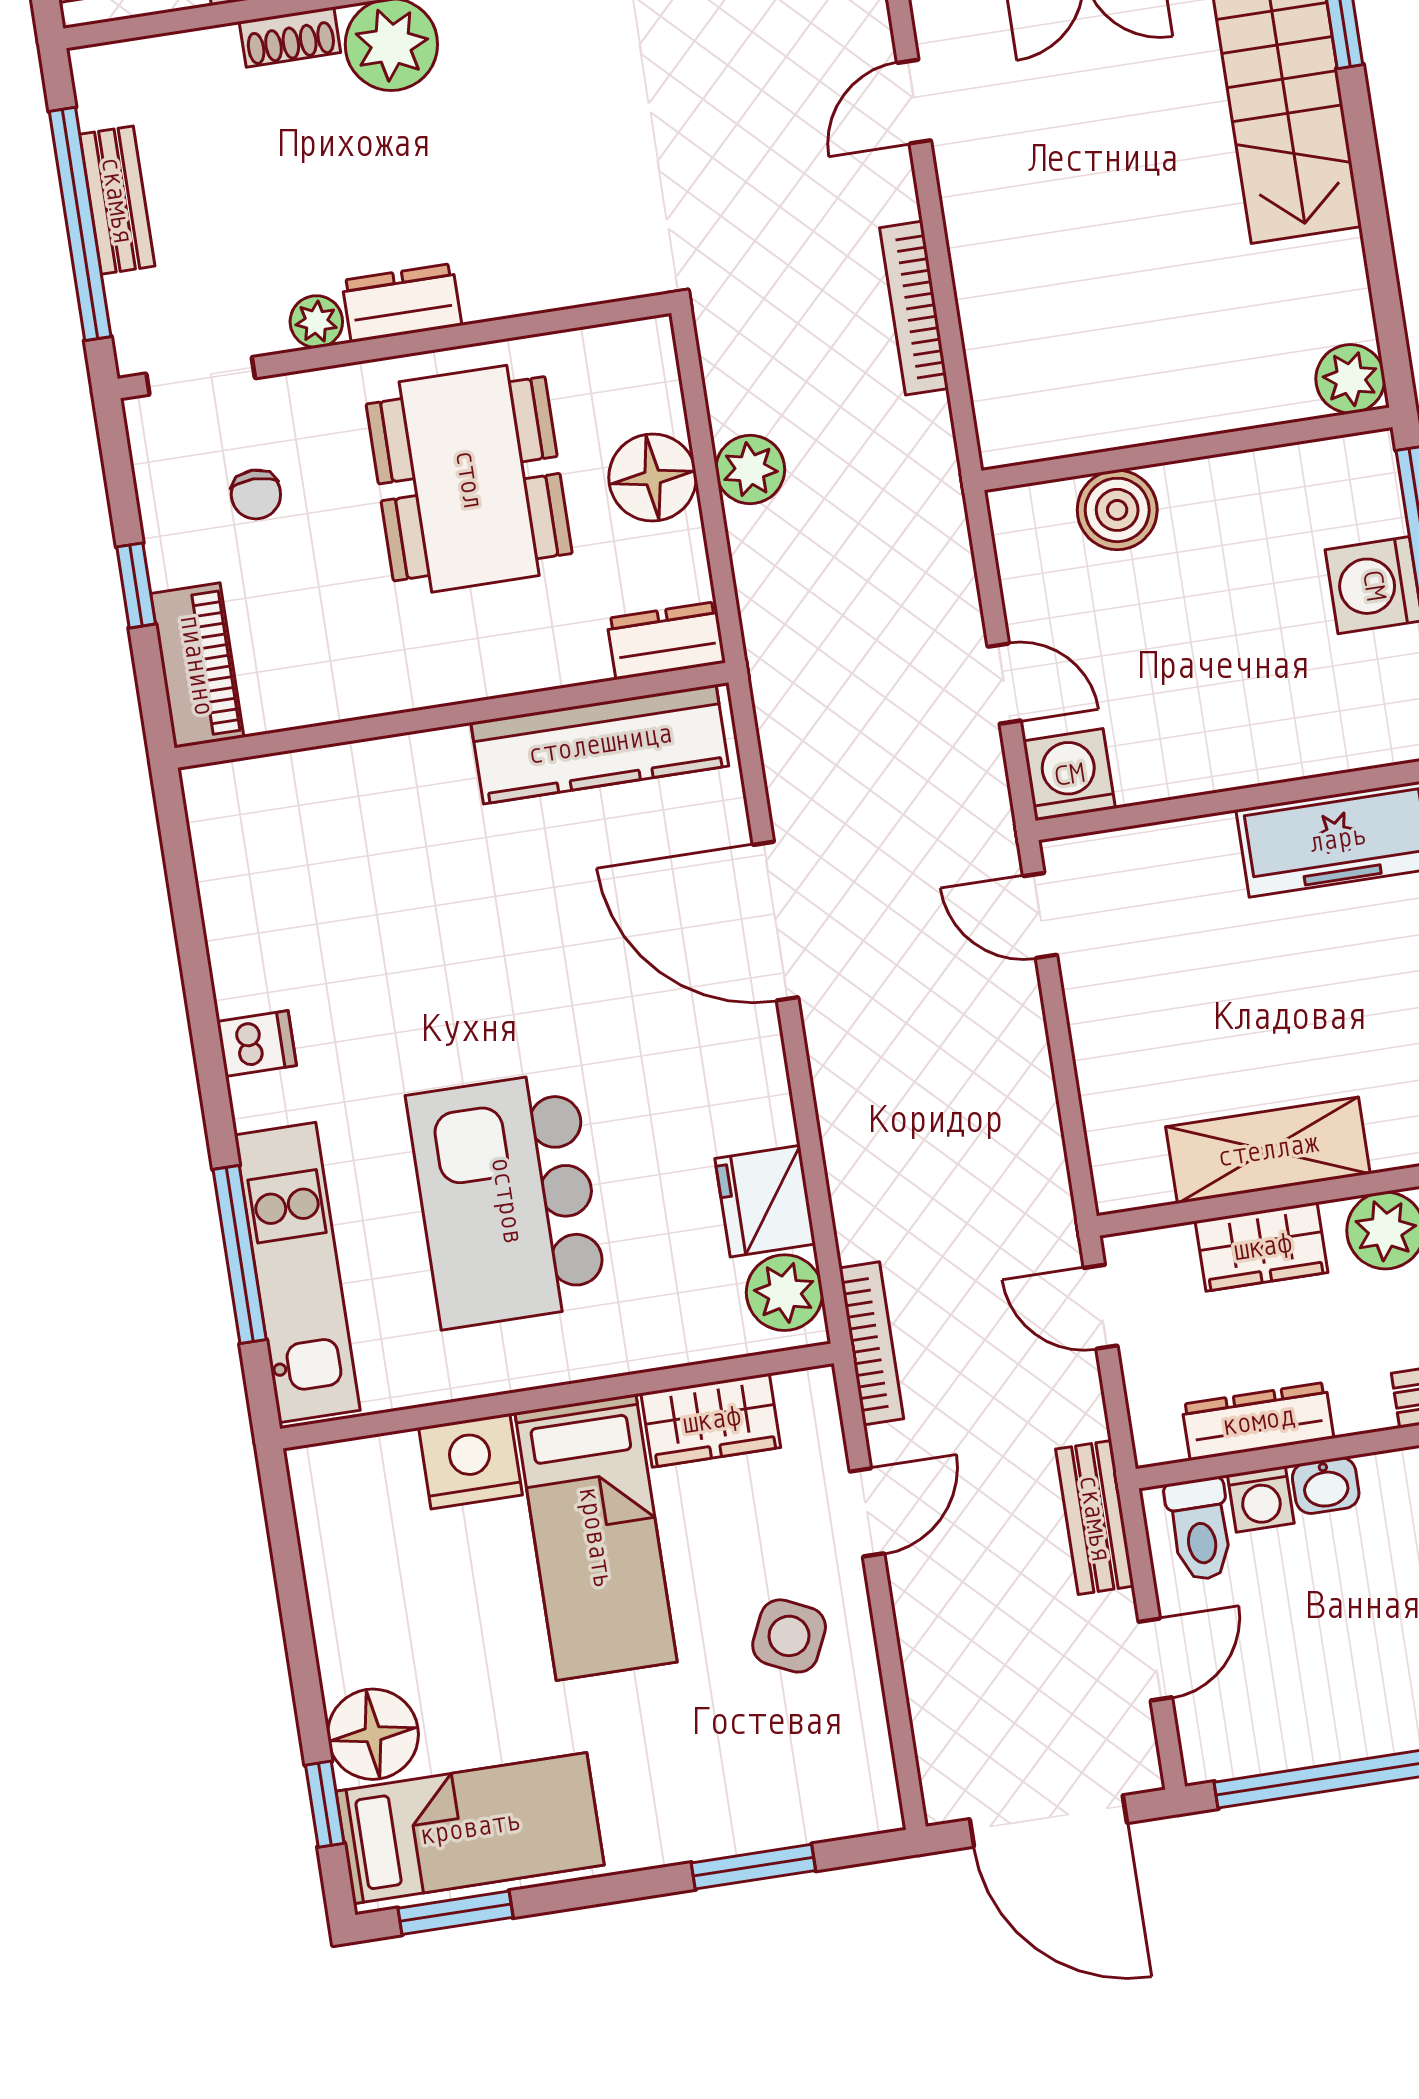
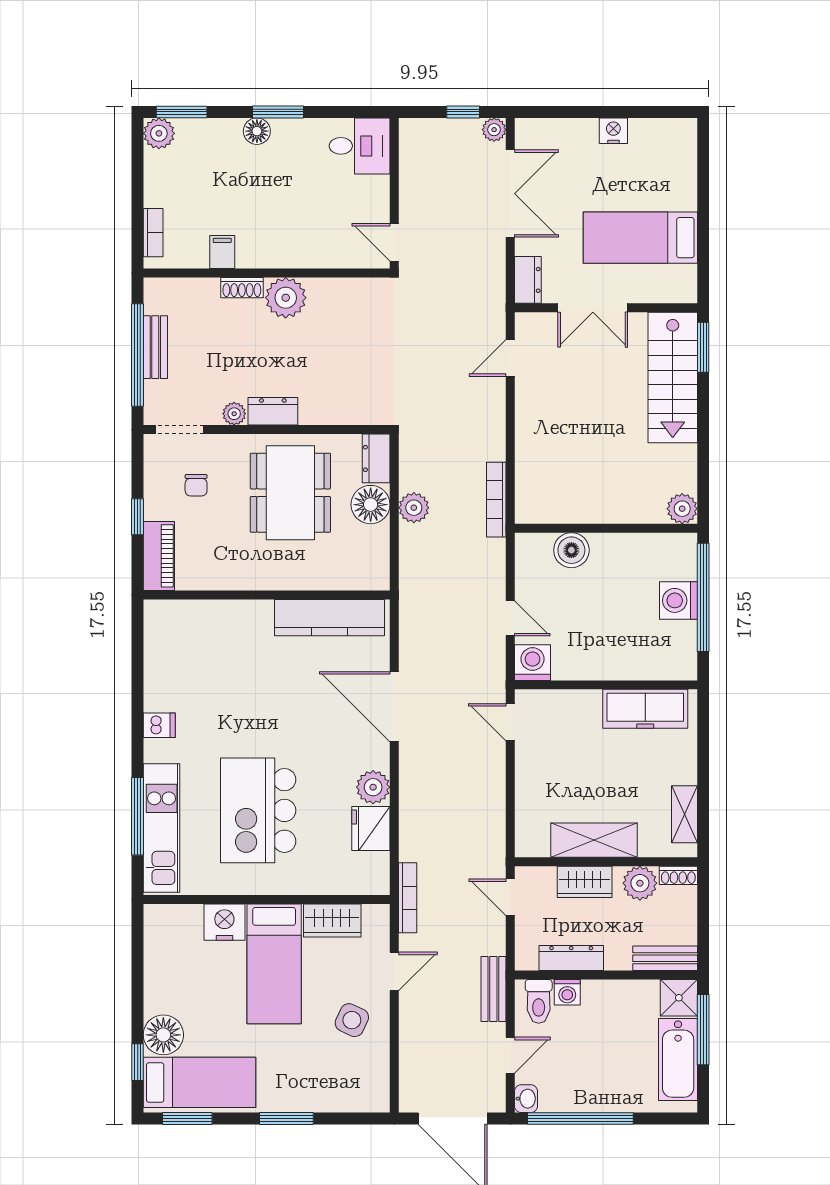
bookcase: (914, 308) -> (496, 500), moved
dresser: (666, 641) -> (376, 458), moved, turned -90
plant: (785, 1293) -> (373, 787), moved
washbasin: (1326, 1486) -> (526, 1099), moved, turned -90
window: (753, 1867) -> (286, 1119), moved

